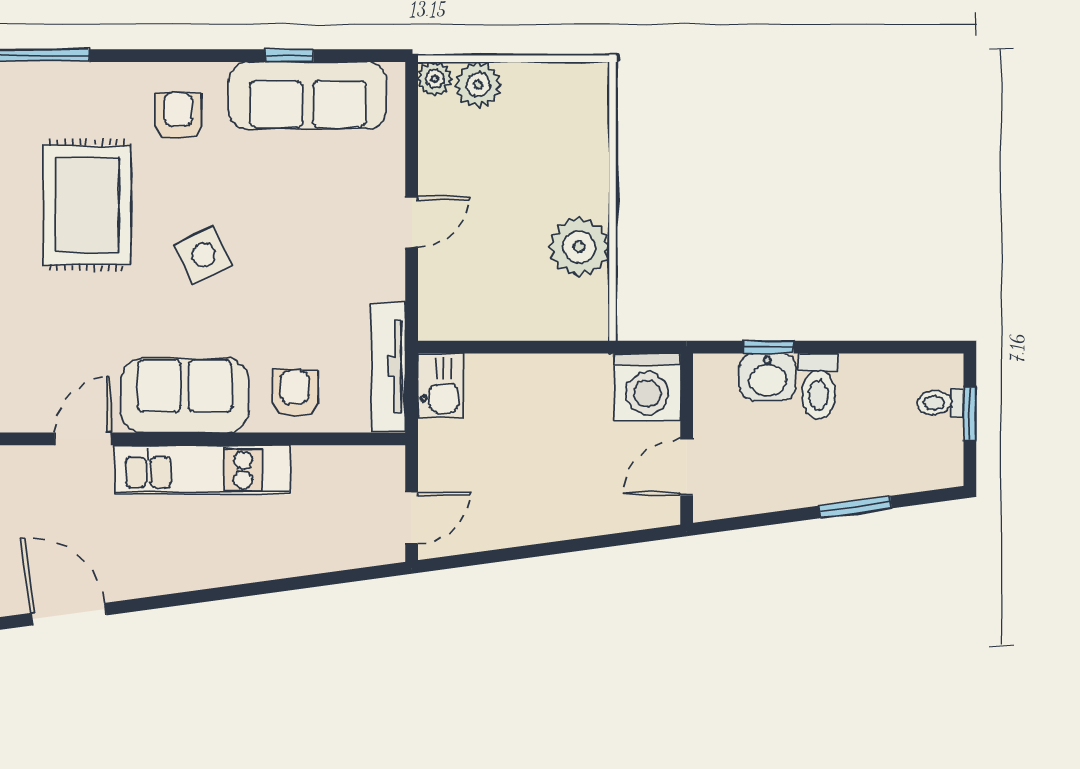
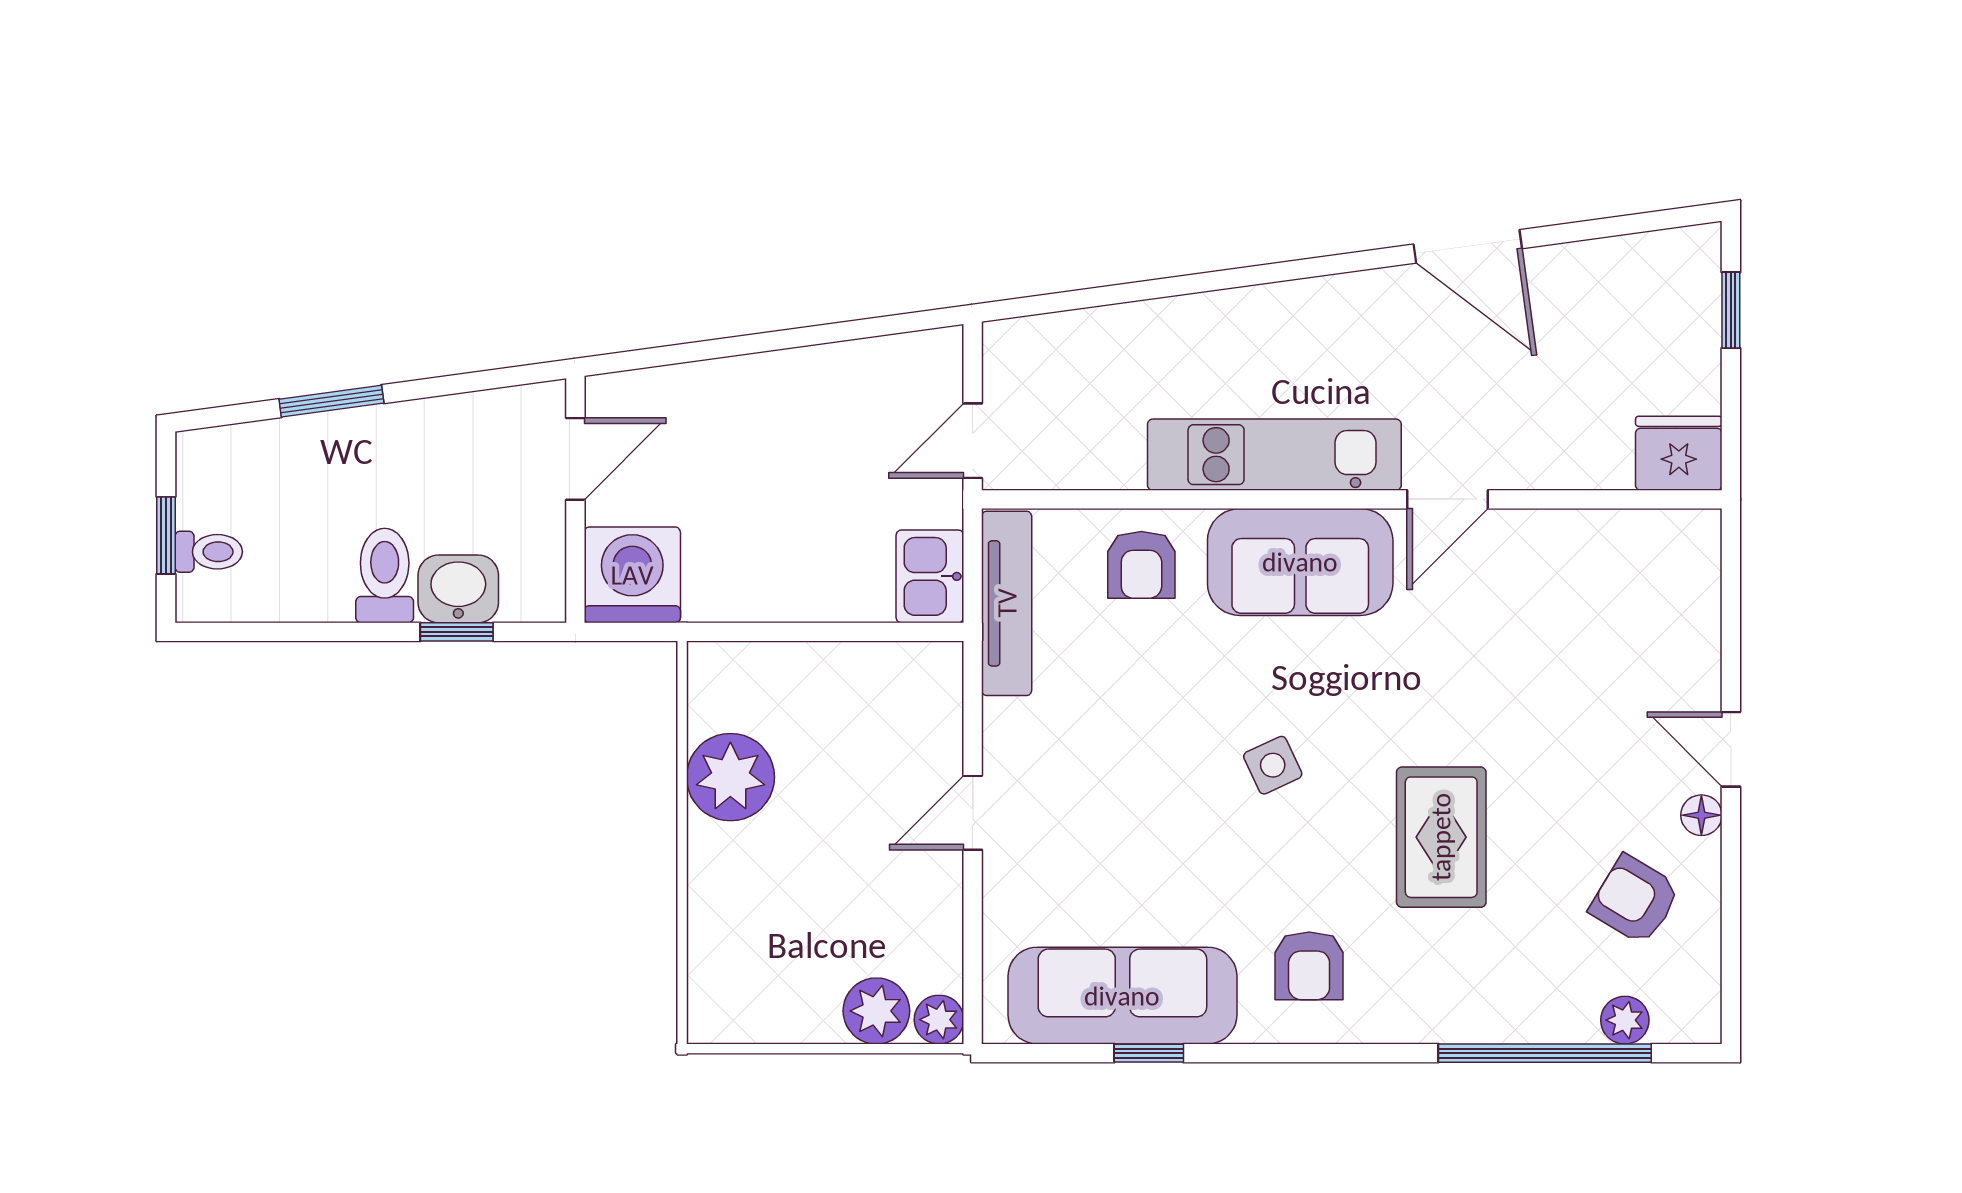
rug: (87, 205) -> (1441, 837), width x0.73, depth x0.70
side table: (204, 255) -> (1273, 765), width x0.73, depth x0.73
door: (412, 518) -> (973, 441), moved

